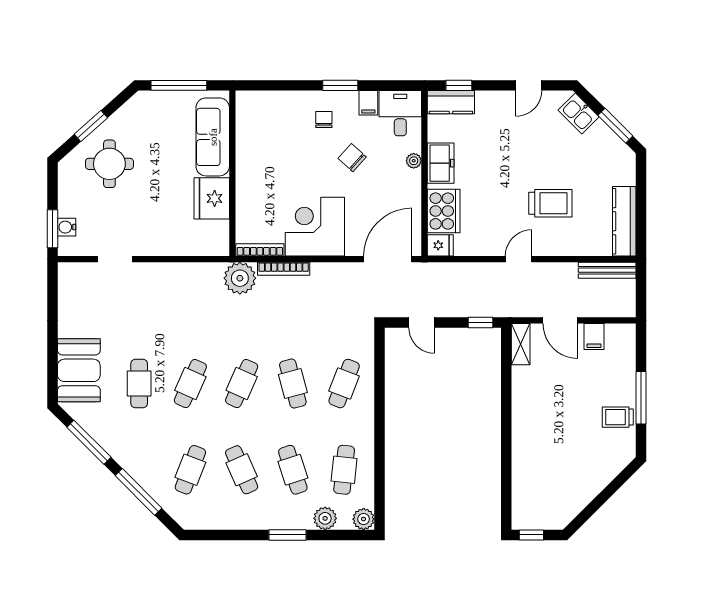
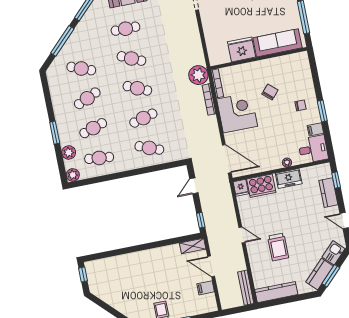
kitchen counter: (451, 102) -> (328, 193), moved
kitchen counter: (609, 144) -> (320, 274), added
chair: (352, 158) -> (270, 92), moved
door: (560, 320) -> (211, 266), hinge flipped

